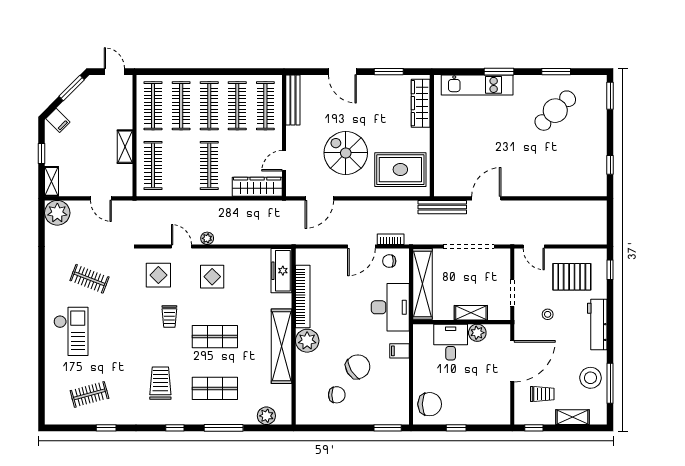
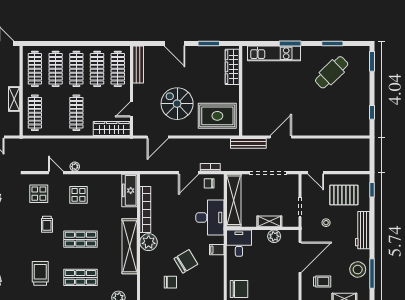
desk: (451, 342) -> (239, 243), moved

